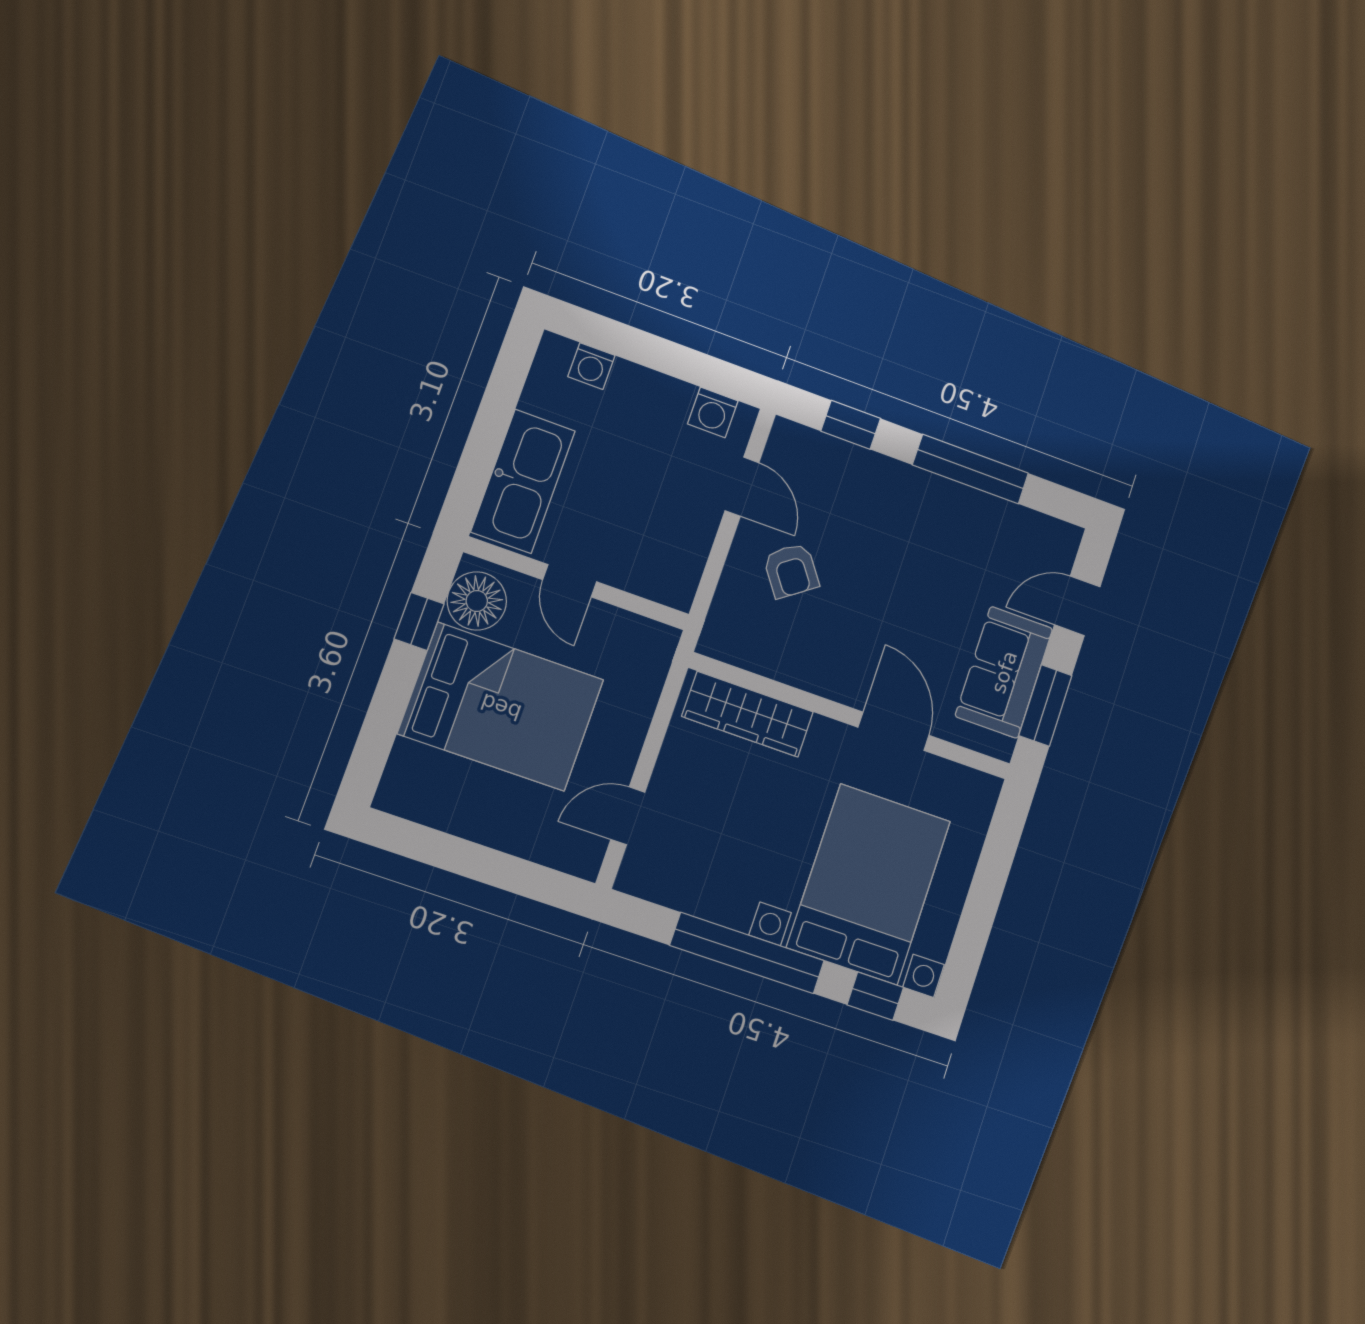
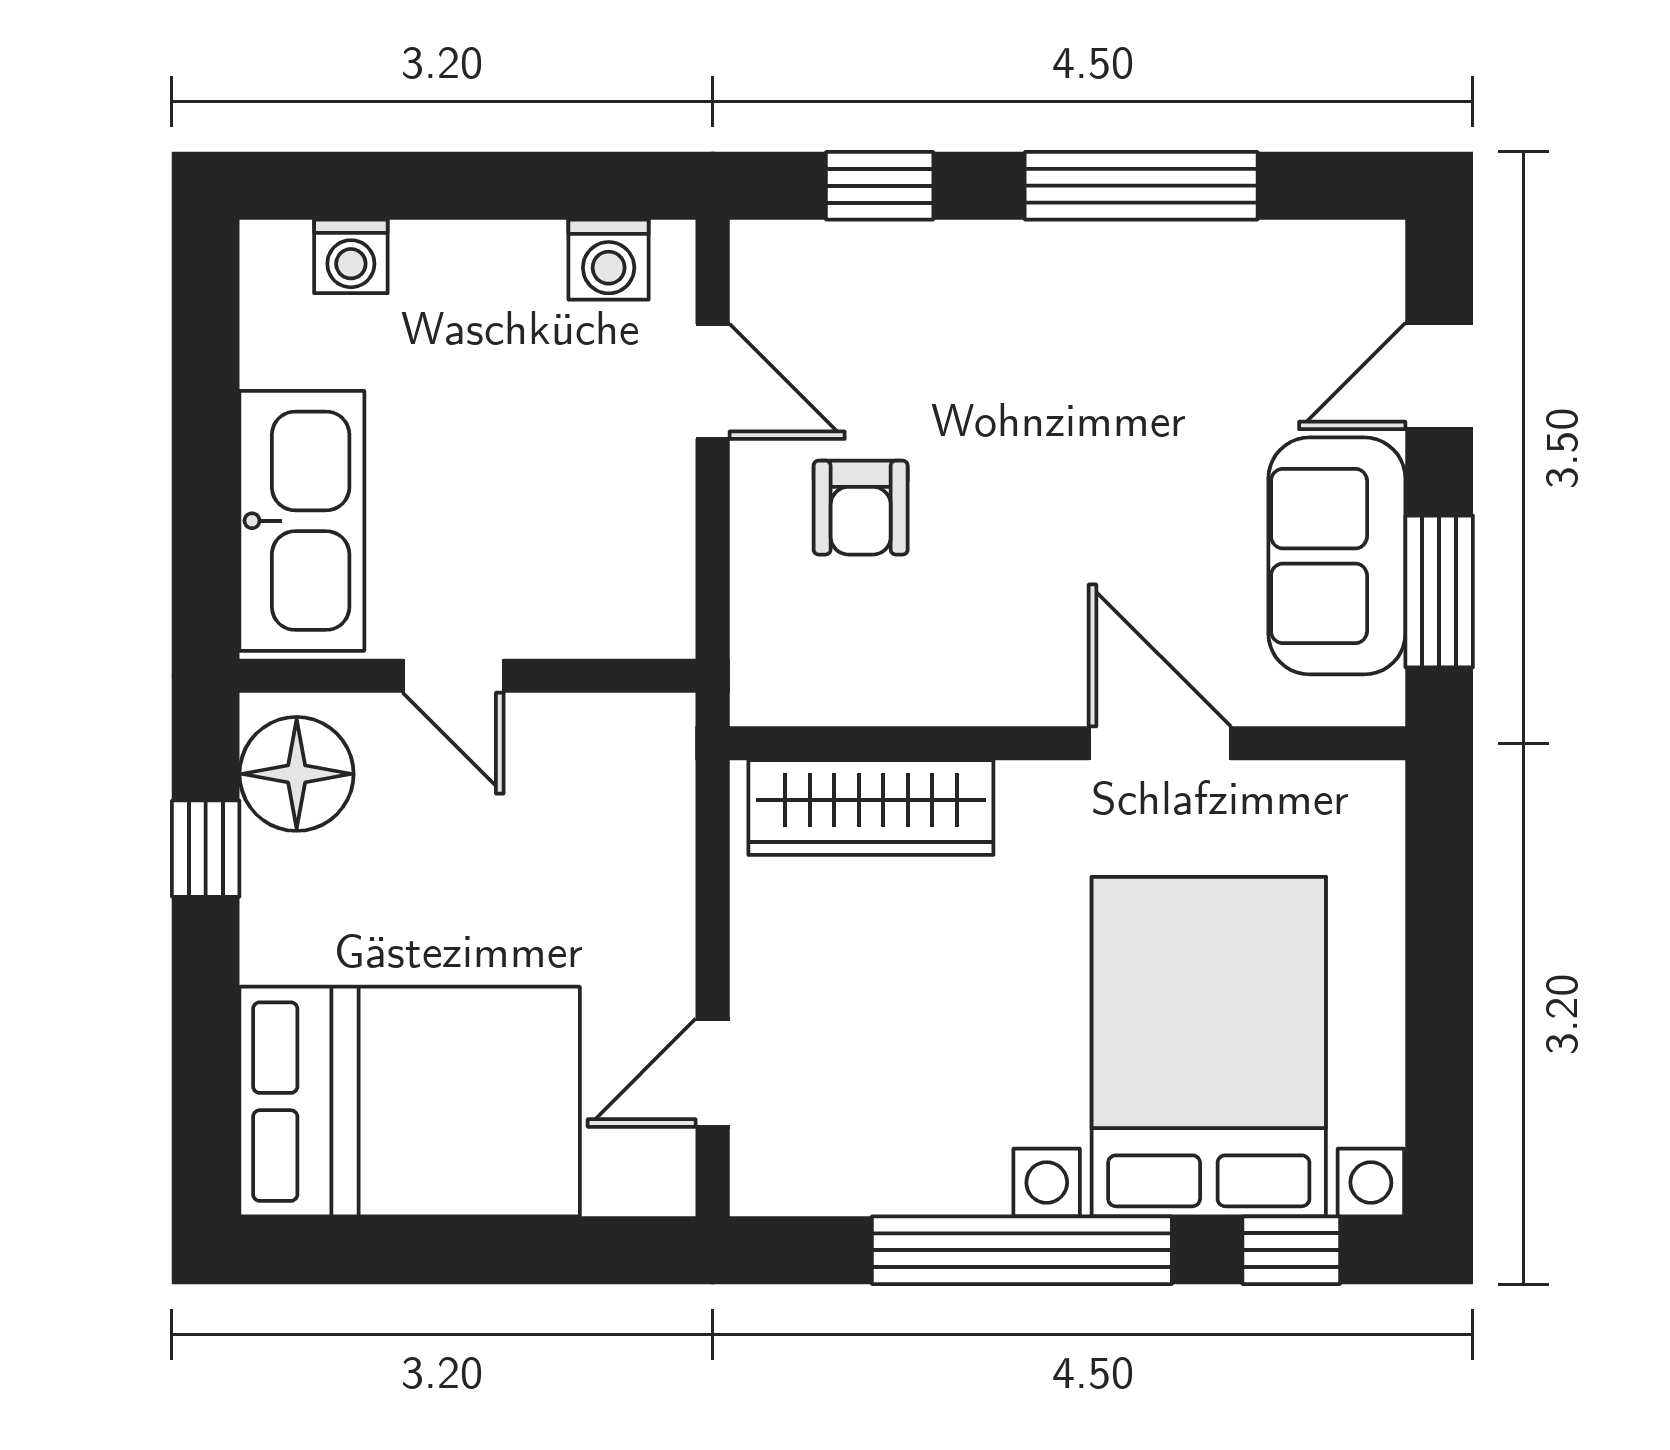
armchair: (791, 571) -> (861, 508), turned 36
bed: (501, 707) -> (410, 1102), moved

